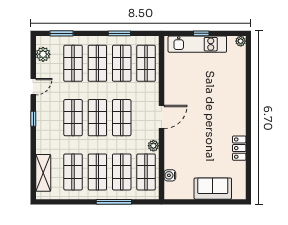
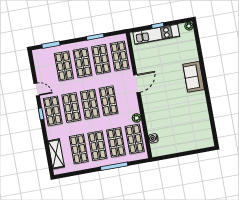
plant: (43, 54) -> (40, 63), removed
door: (33, 87) -> (37, 89), hinge flipped
door: (162, 117) -> (137, 84), moved
shop shelf: (49, 118) -> (53, 111), added
locker: (239, 148) -> (203, 108), removed
sofa: (213, 189) -> (194, 77), moved, turned -90

